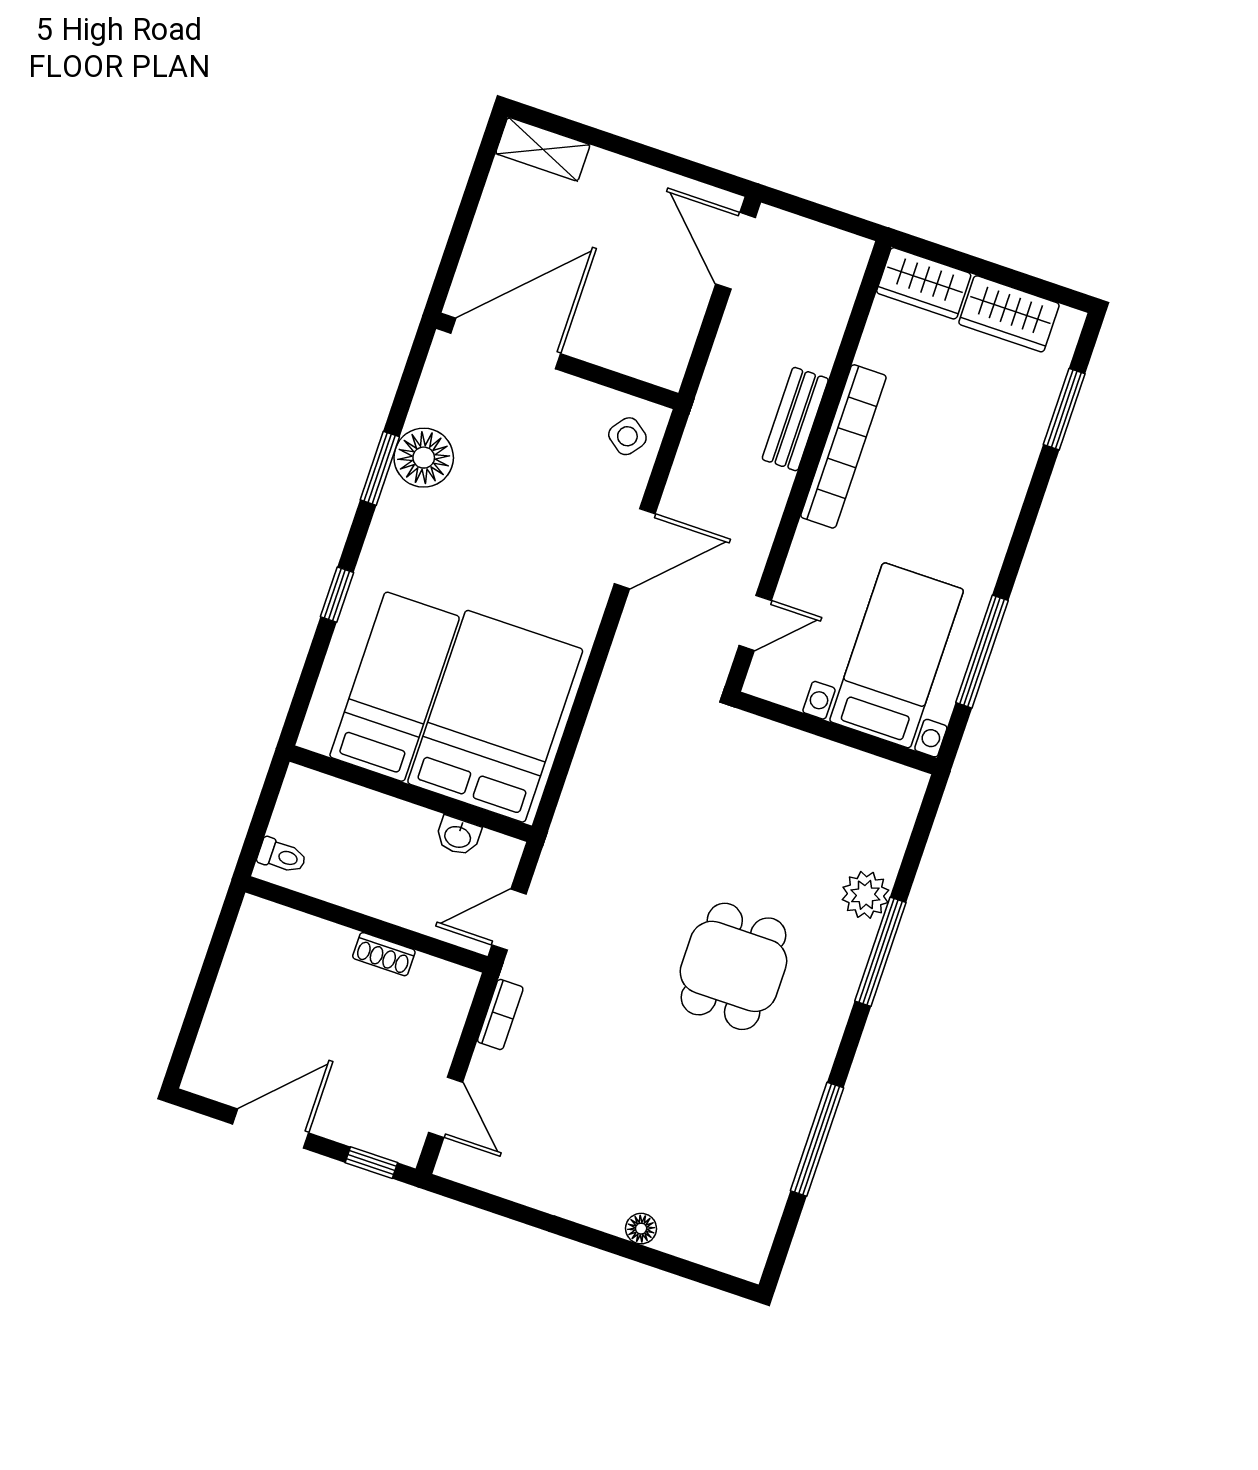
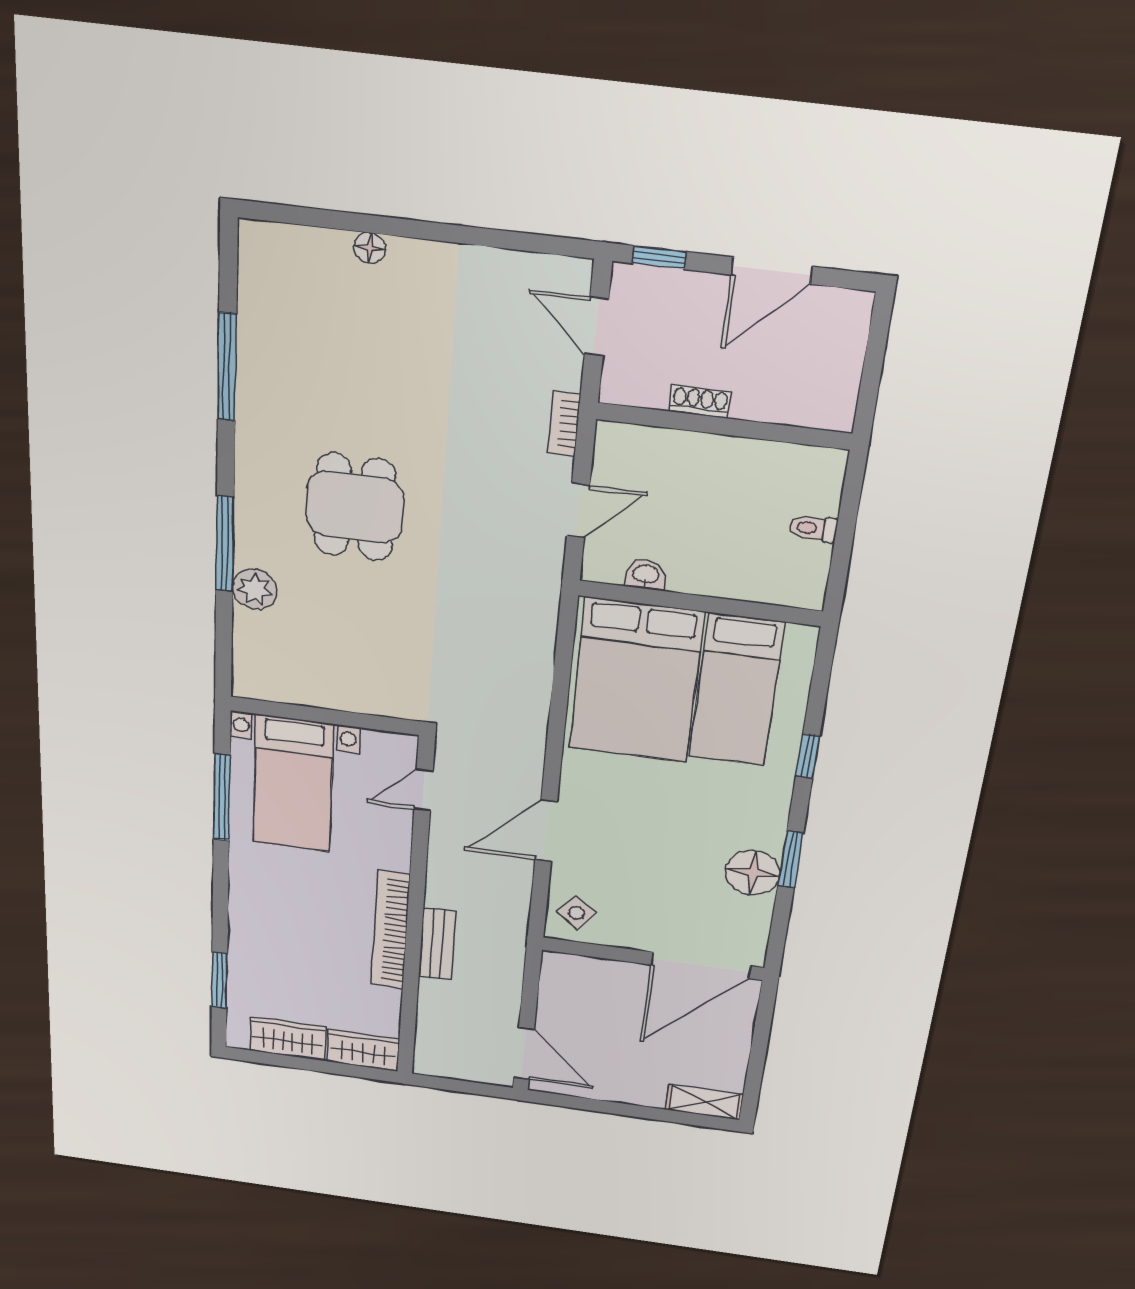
wall: (366, 924) -> (724, 426), moved
shoe rack: (384, 954) -> (700, 402), moved

